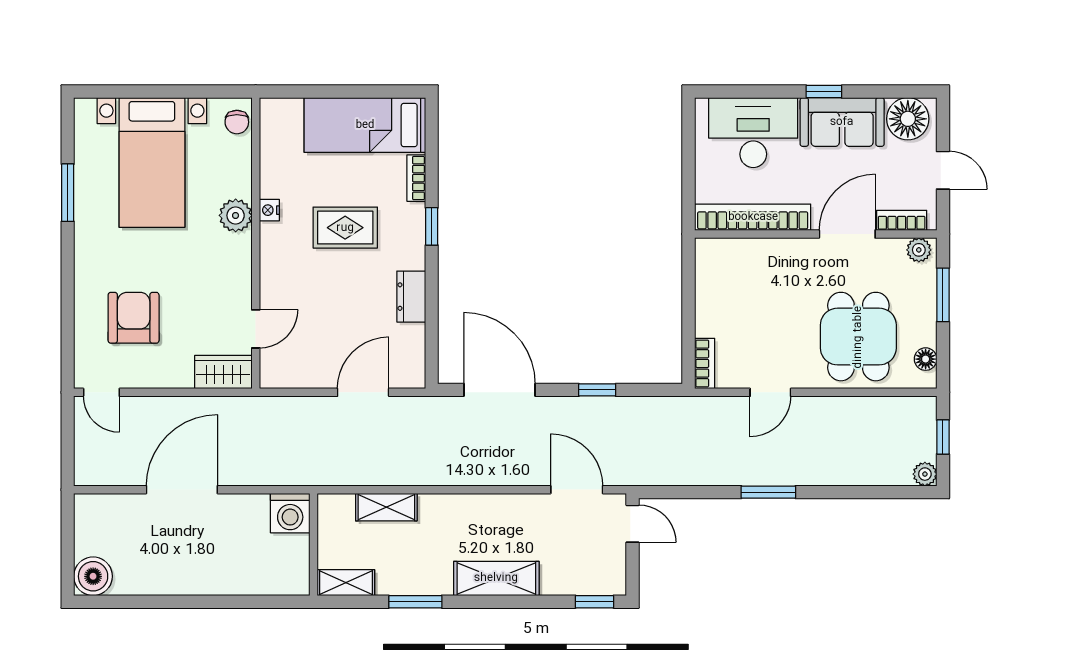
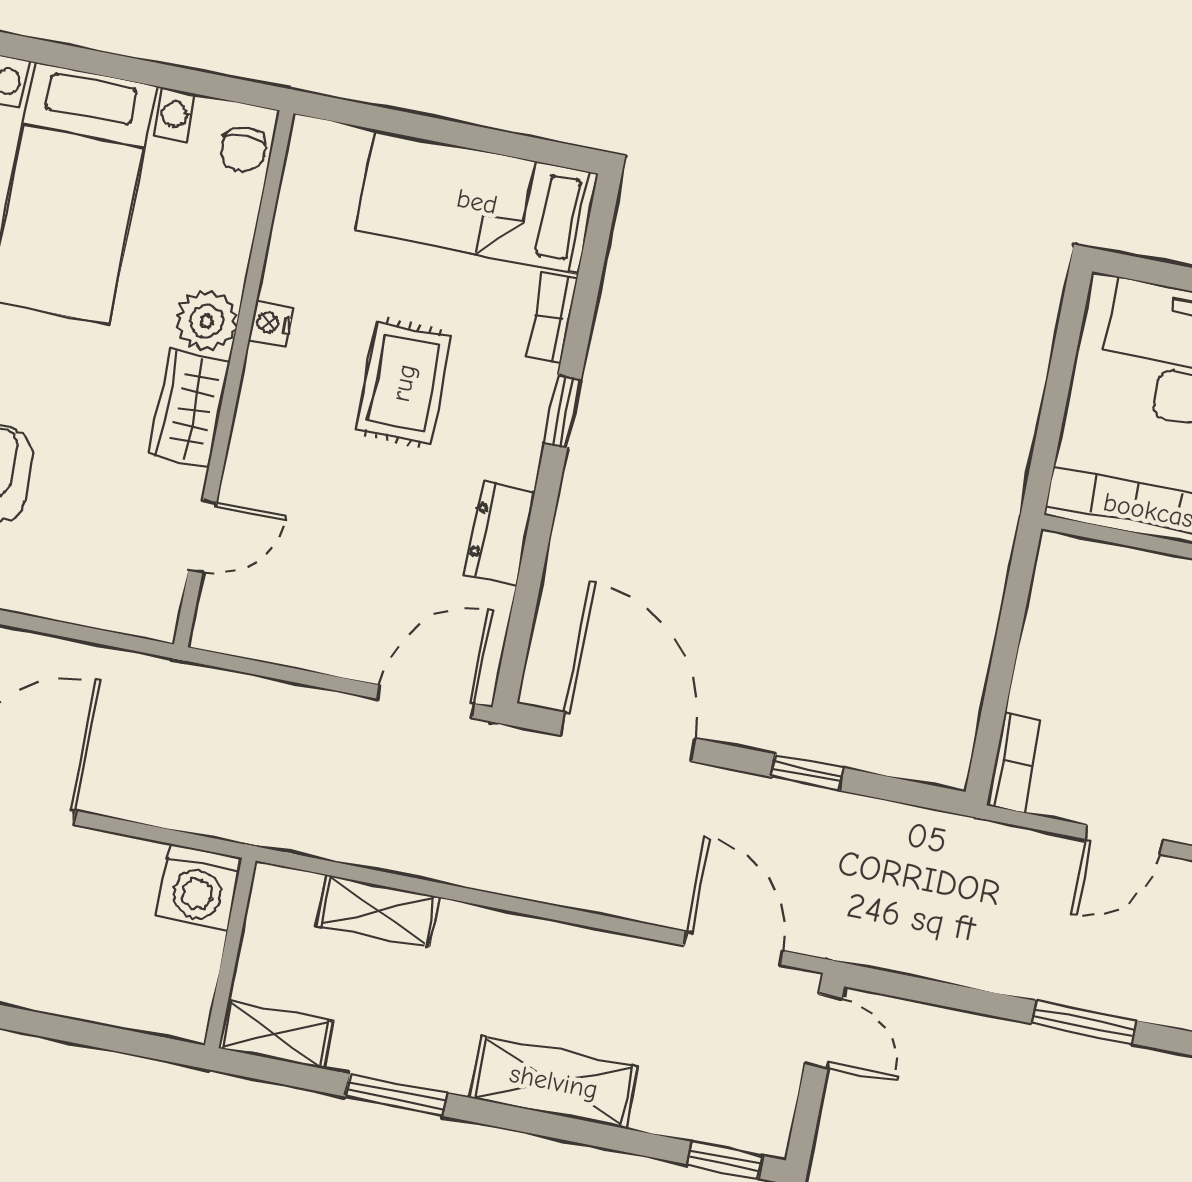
rug: (345, 228) -> (404, 383), turned 90
wardrobe: (223, 372) -> (189, 408), moved, turned -90
door: (363, 392) -> (426, 701), moved

